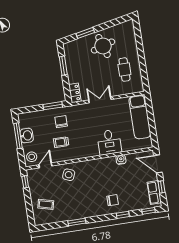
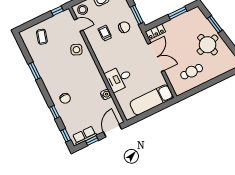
double door: (100, 100) -> (156, 57), width x1.37

